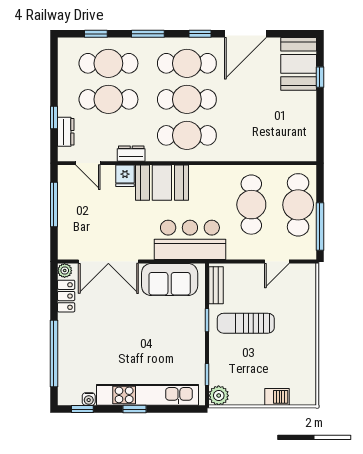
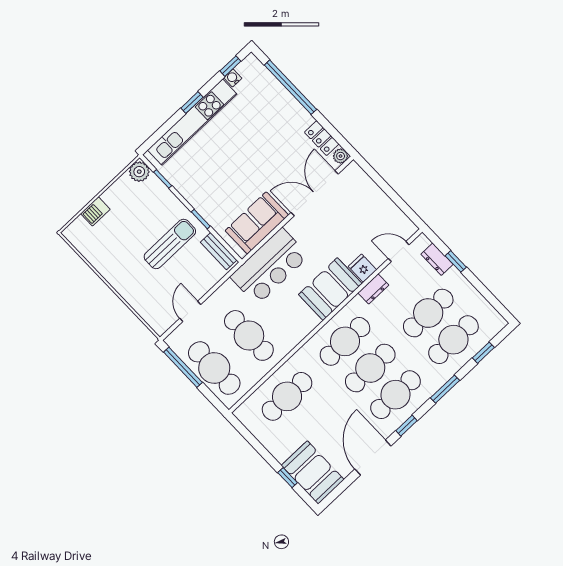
cafe table: (265, 135) -> (287, 396), added
window: (54, 204) -> (395, 197), removed

